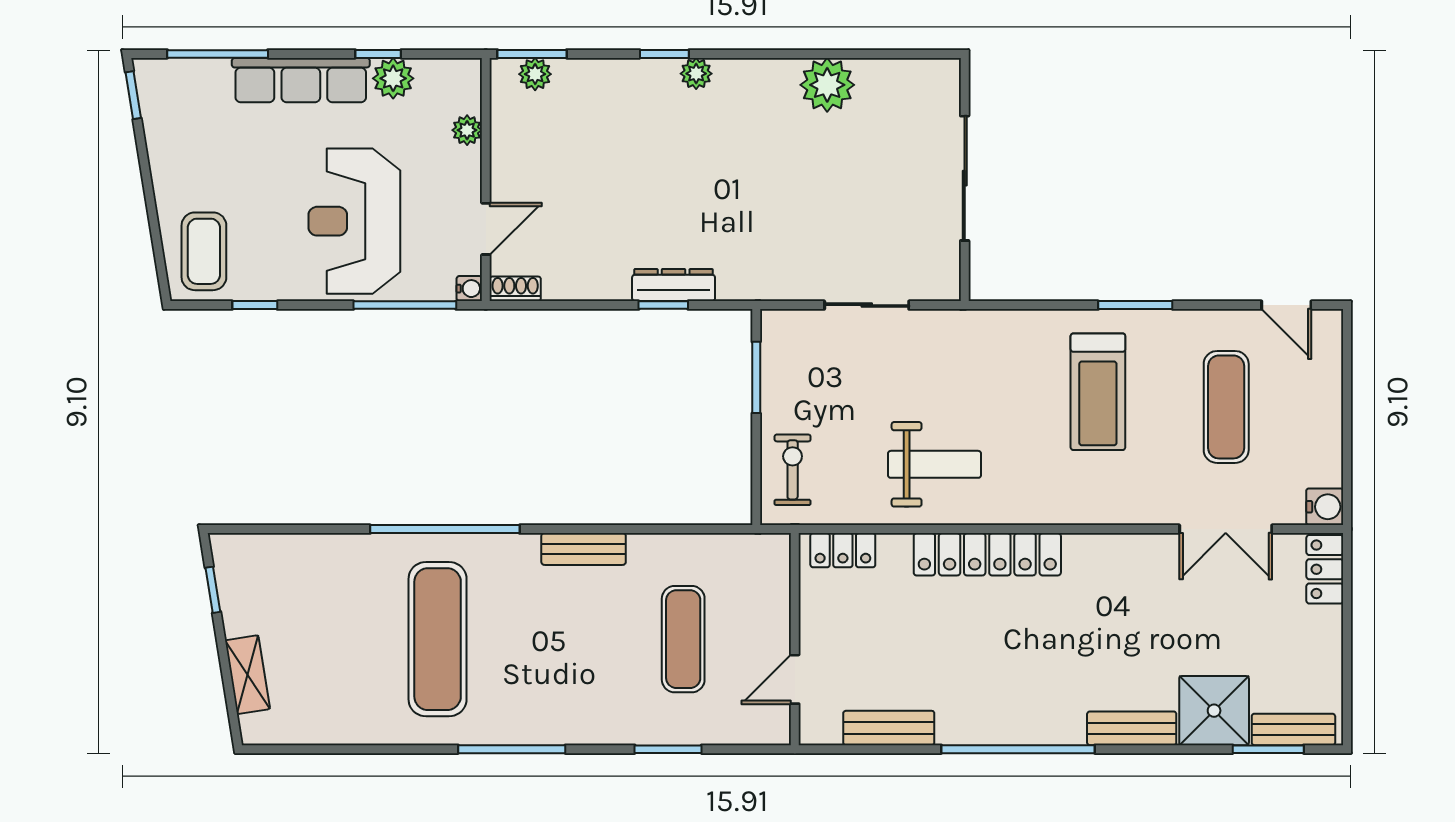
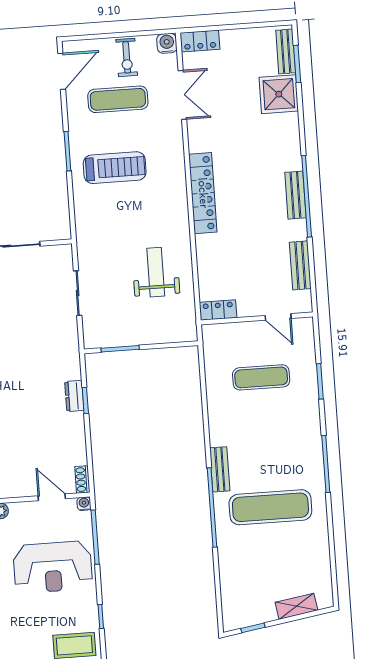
dresser: (674, 285) -> (74, 396), width x0.70
door: (1286, 305) -> (62, 71), width x1.38
weight bench: (934, 464) -> (156, 272), moved
exercise bike: (793, 470) -> (127, 57), moved, turned -90
bench: (584, 549) -> (220, 469), moved
locker: (843, 550) -> (218, 310), moved, turned -90
locker: (987, 554) -> (203, 193), moved
bench: (1132, 728) -> (295, 195), moved

